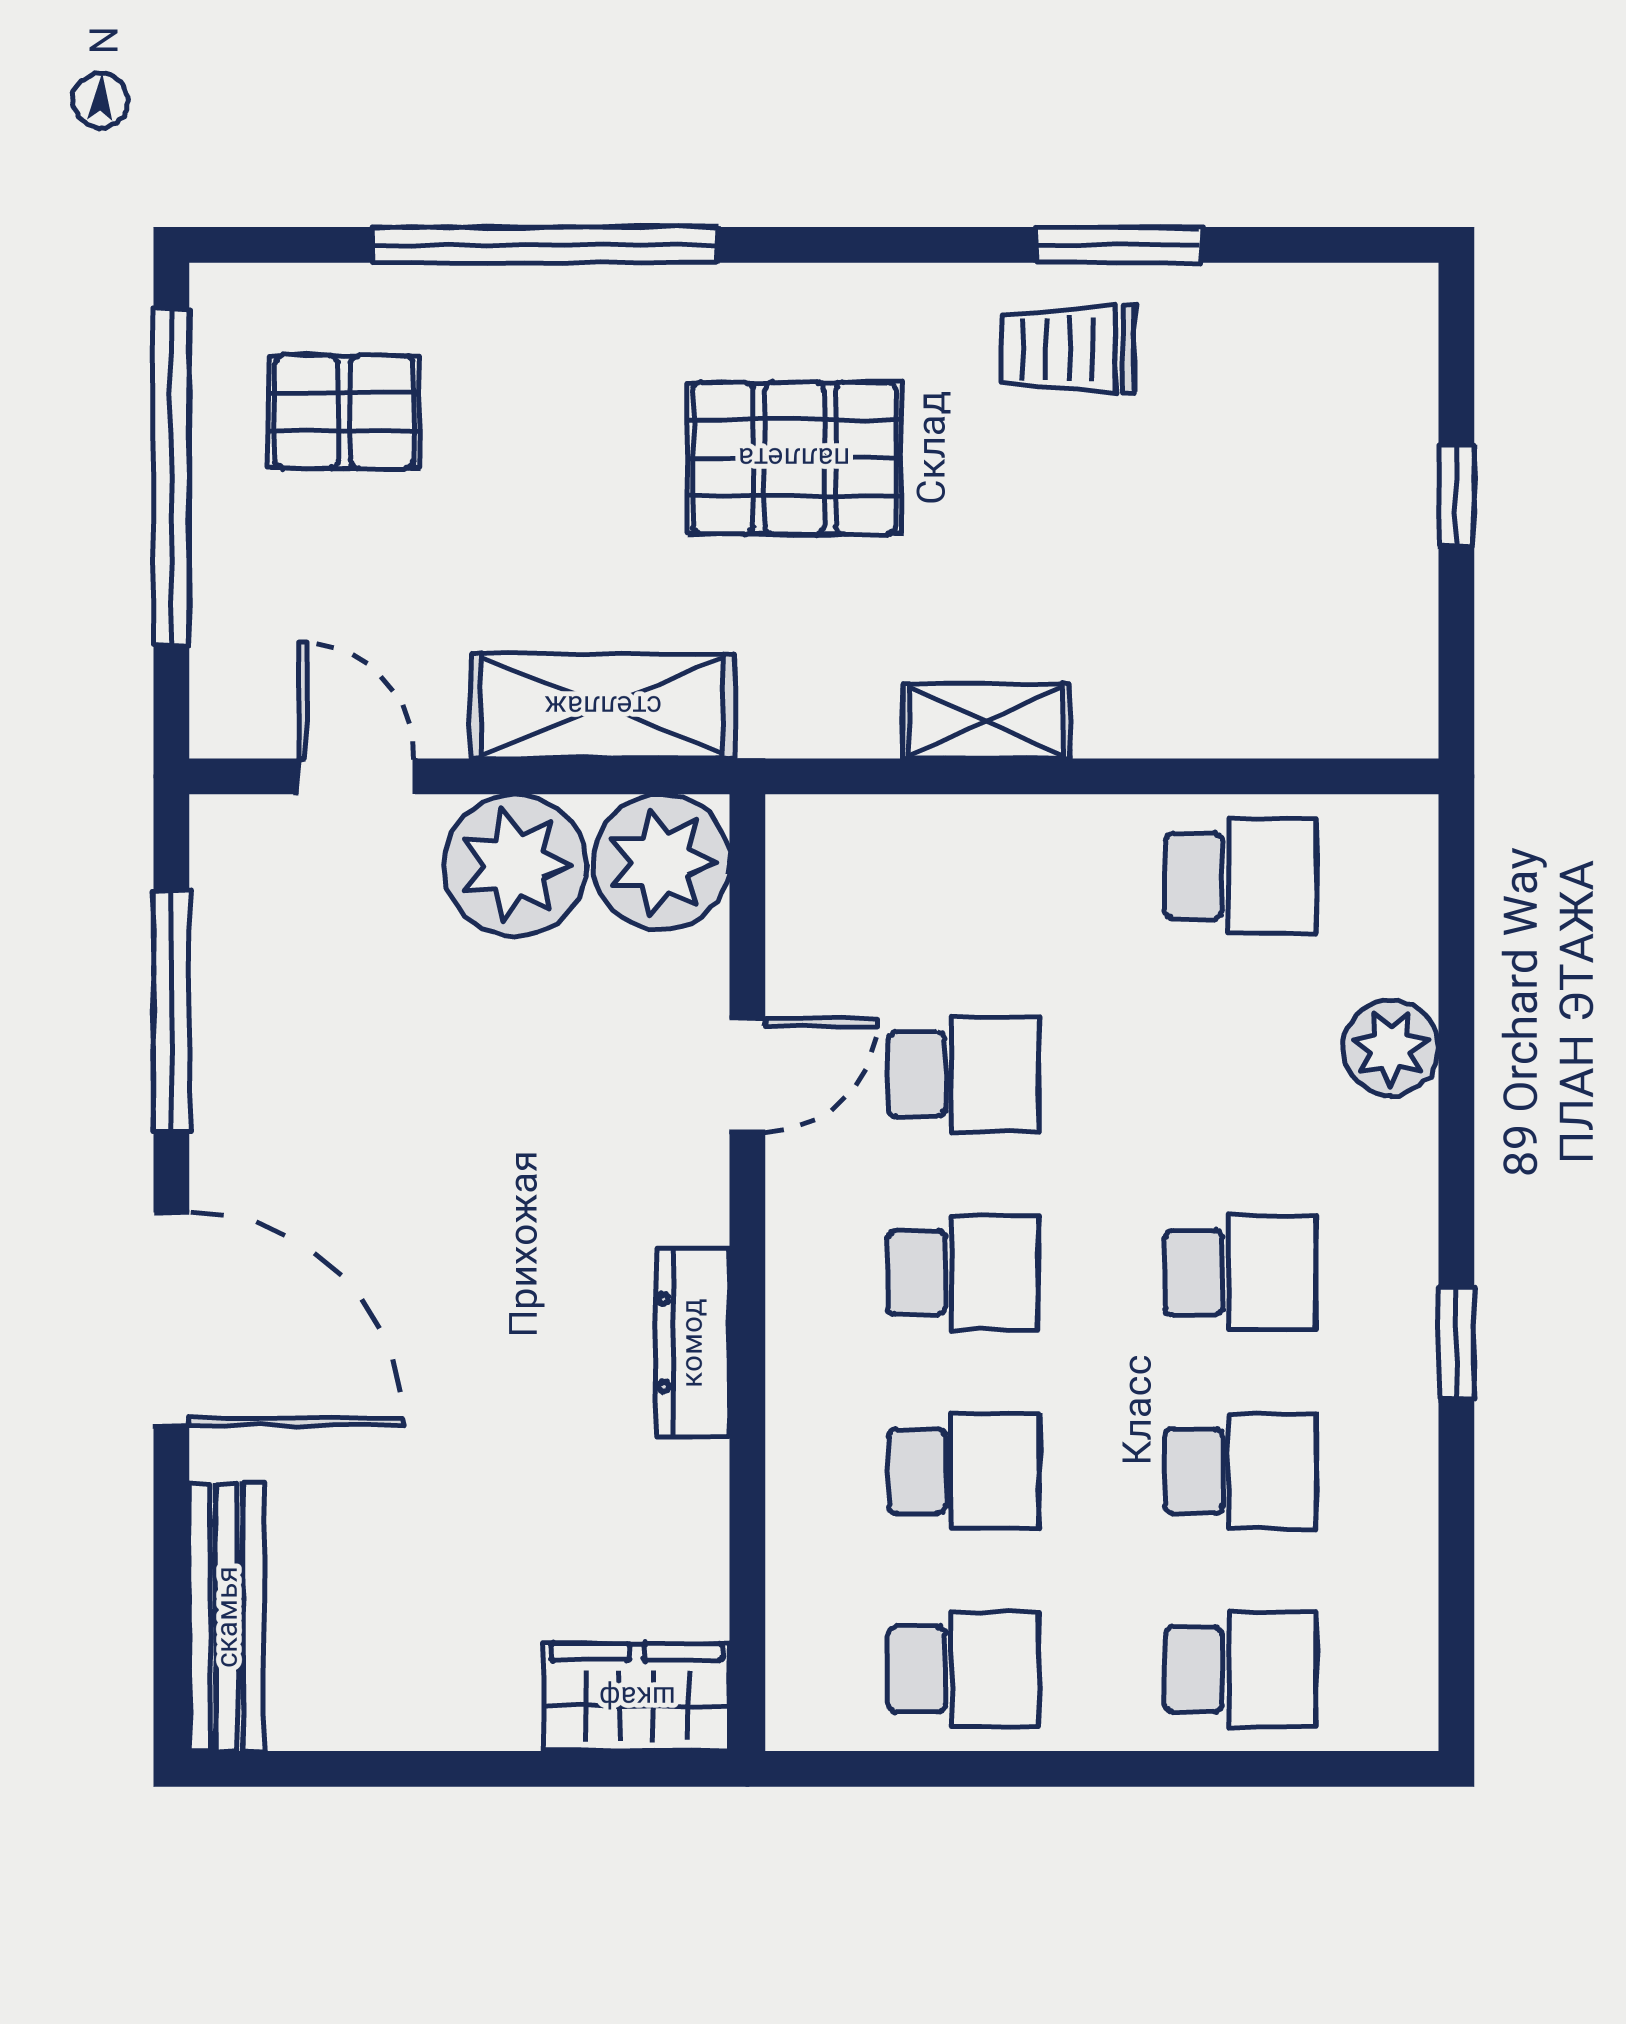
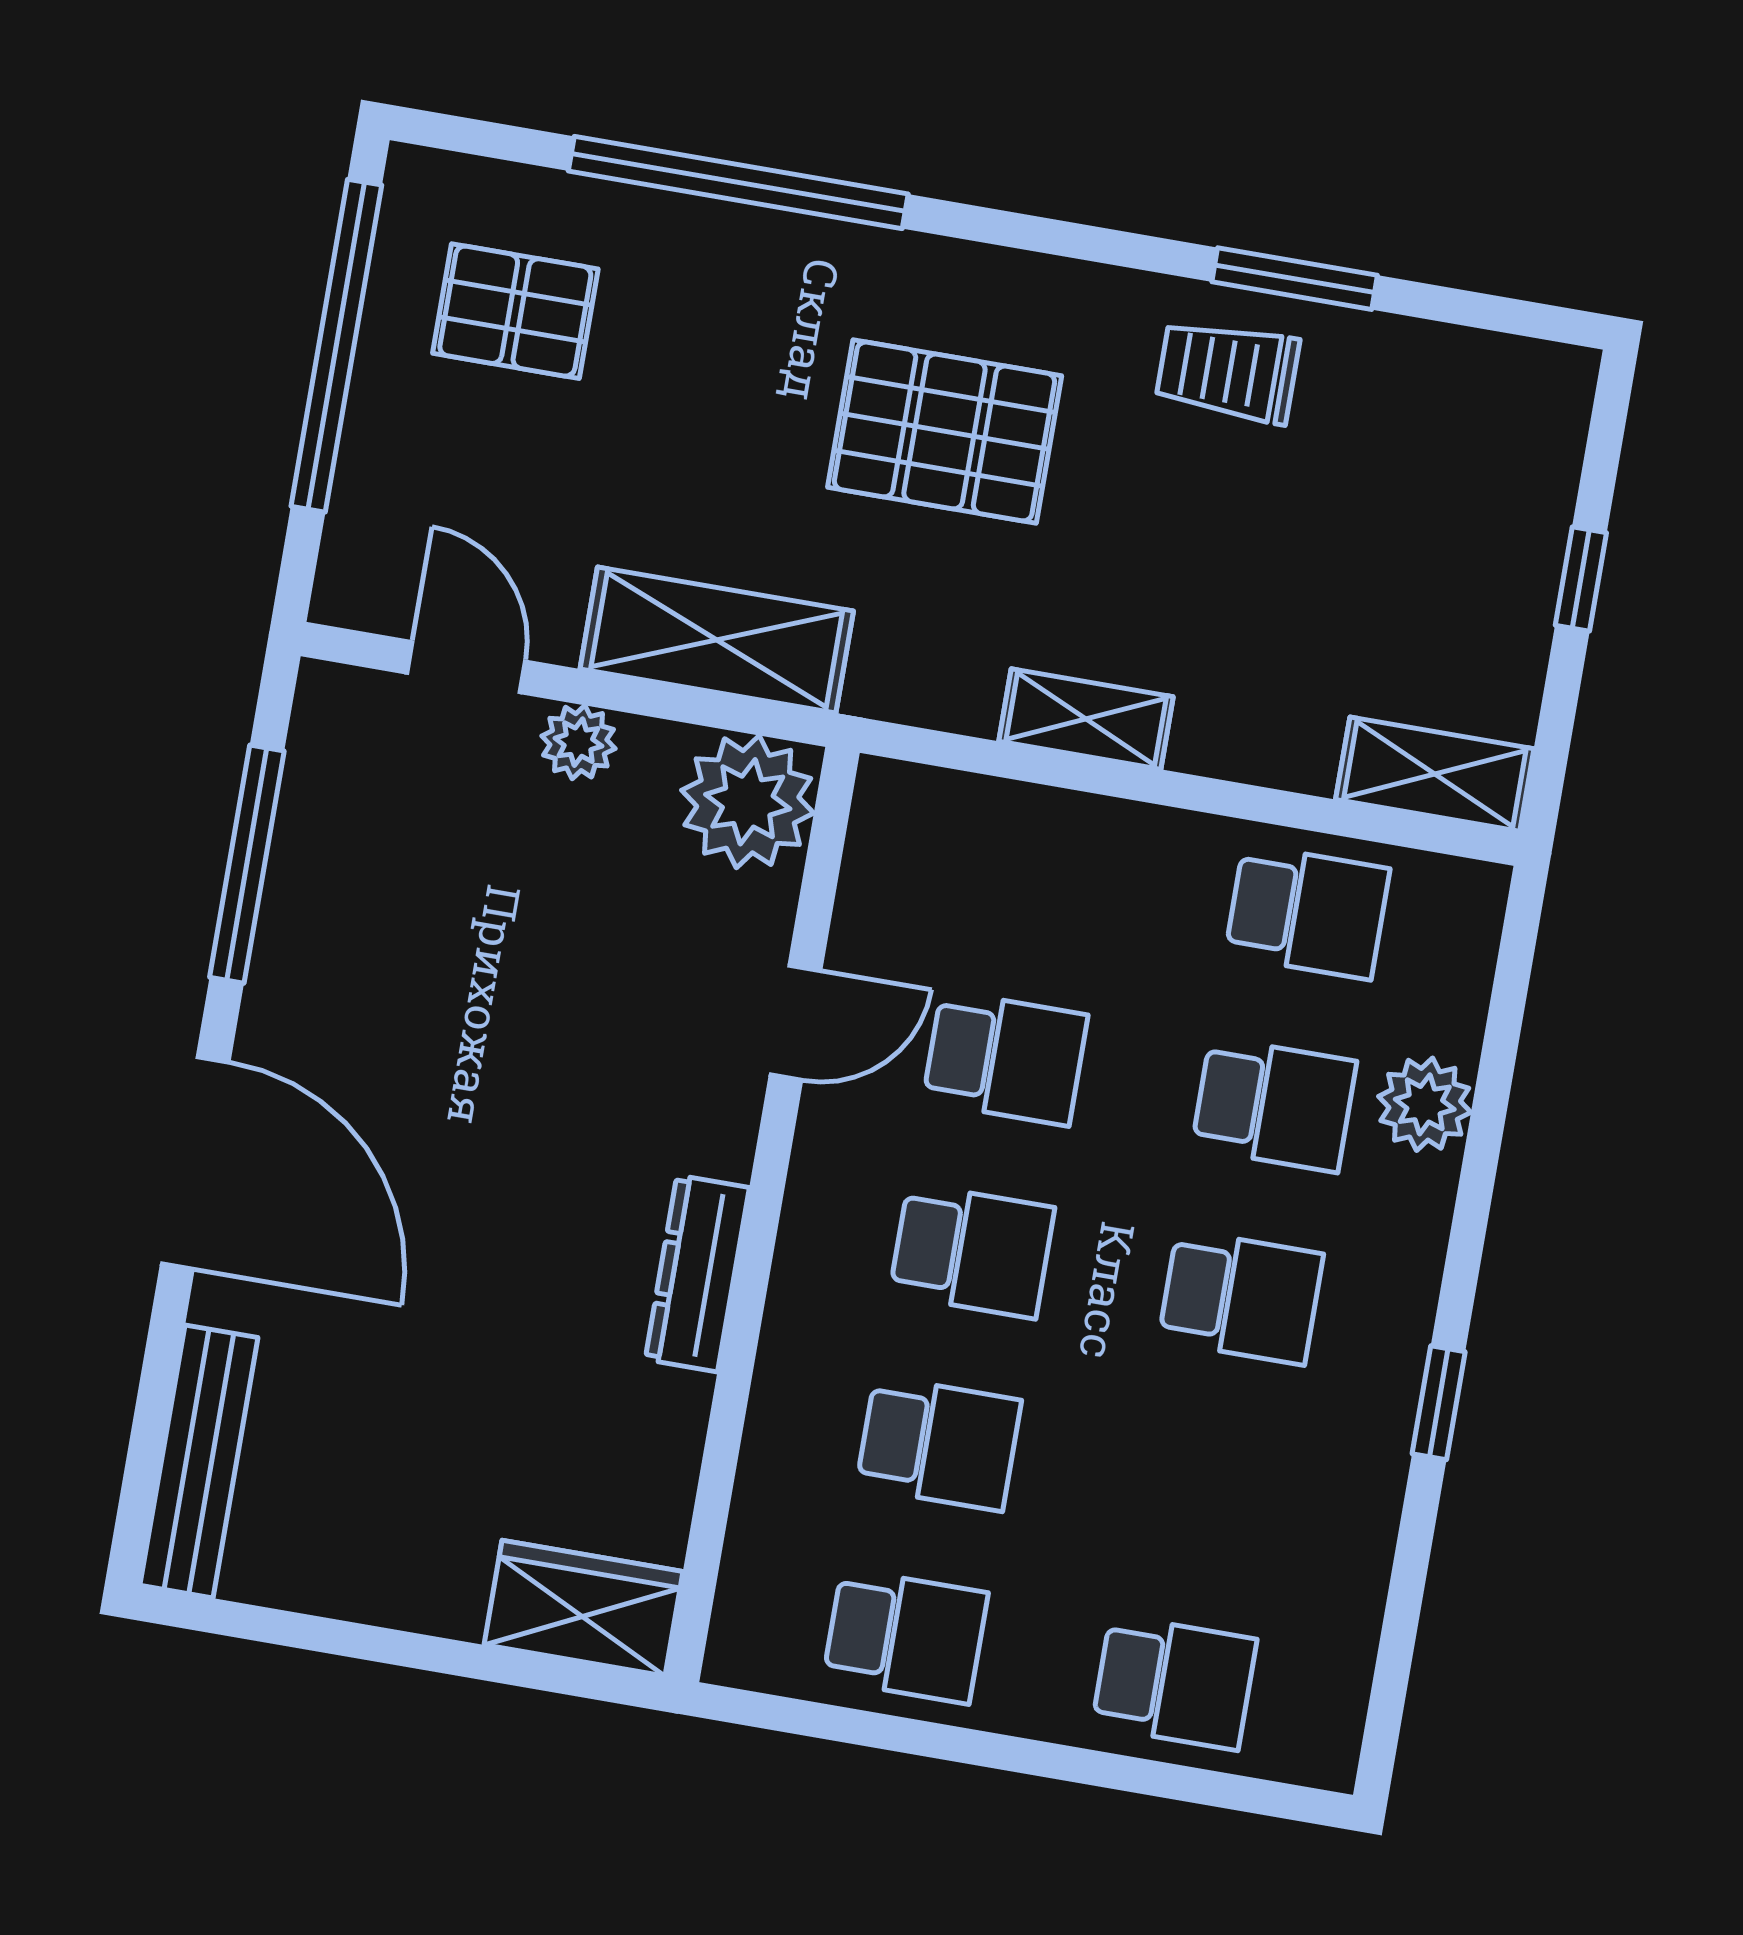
shelving: (1344, 716) -> (1435, 774), added
plant: (515, 865) -> (578, 742), width x0.53, depth x0.53
school desk: (1240, 1471) -> (1274, 1105), moved

